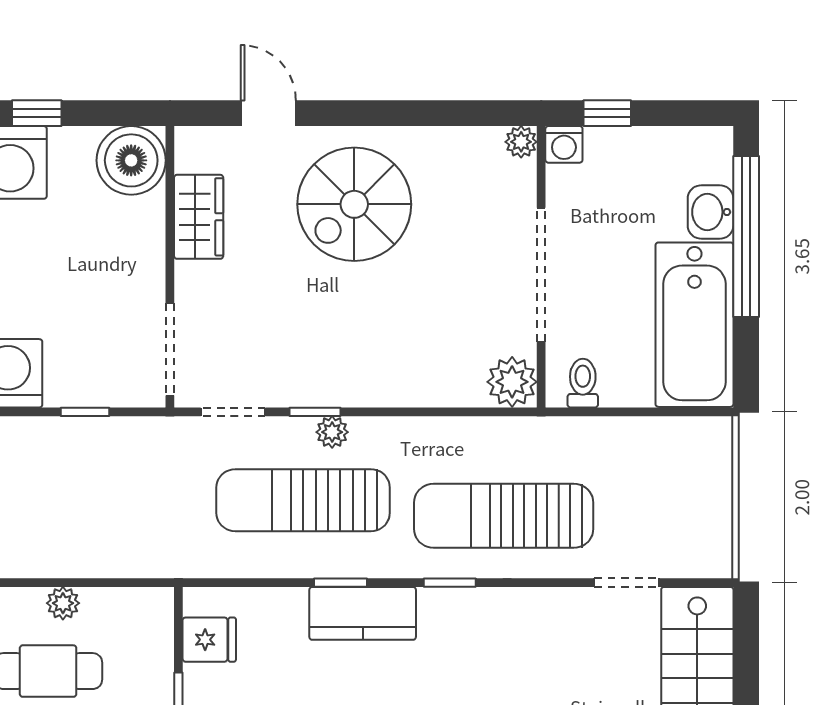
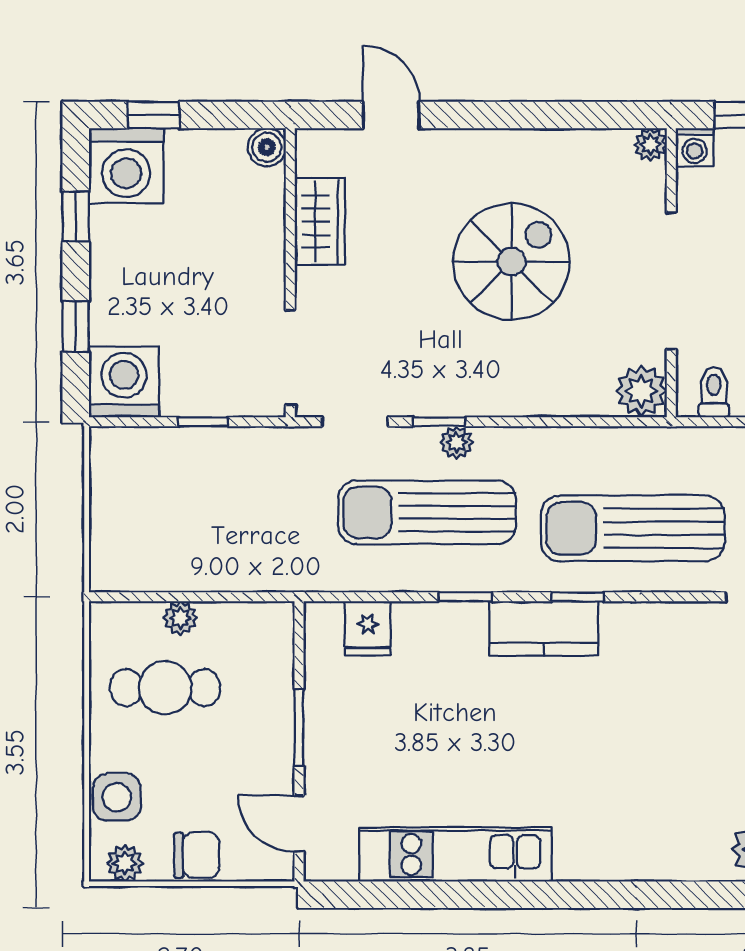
boiler: (131, 160) -> (267, 147), width x0.54, depth x0.54
spiral stairs: (354, 204) -> (512, 262), moved, turned 180
kitchen counter: (363, 613) -> (544, 629), moved
fridge: (209, 640) -> (368, 628), moved, turned 90

